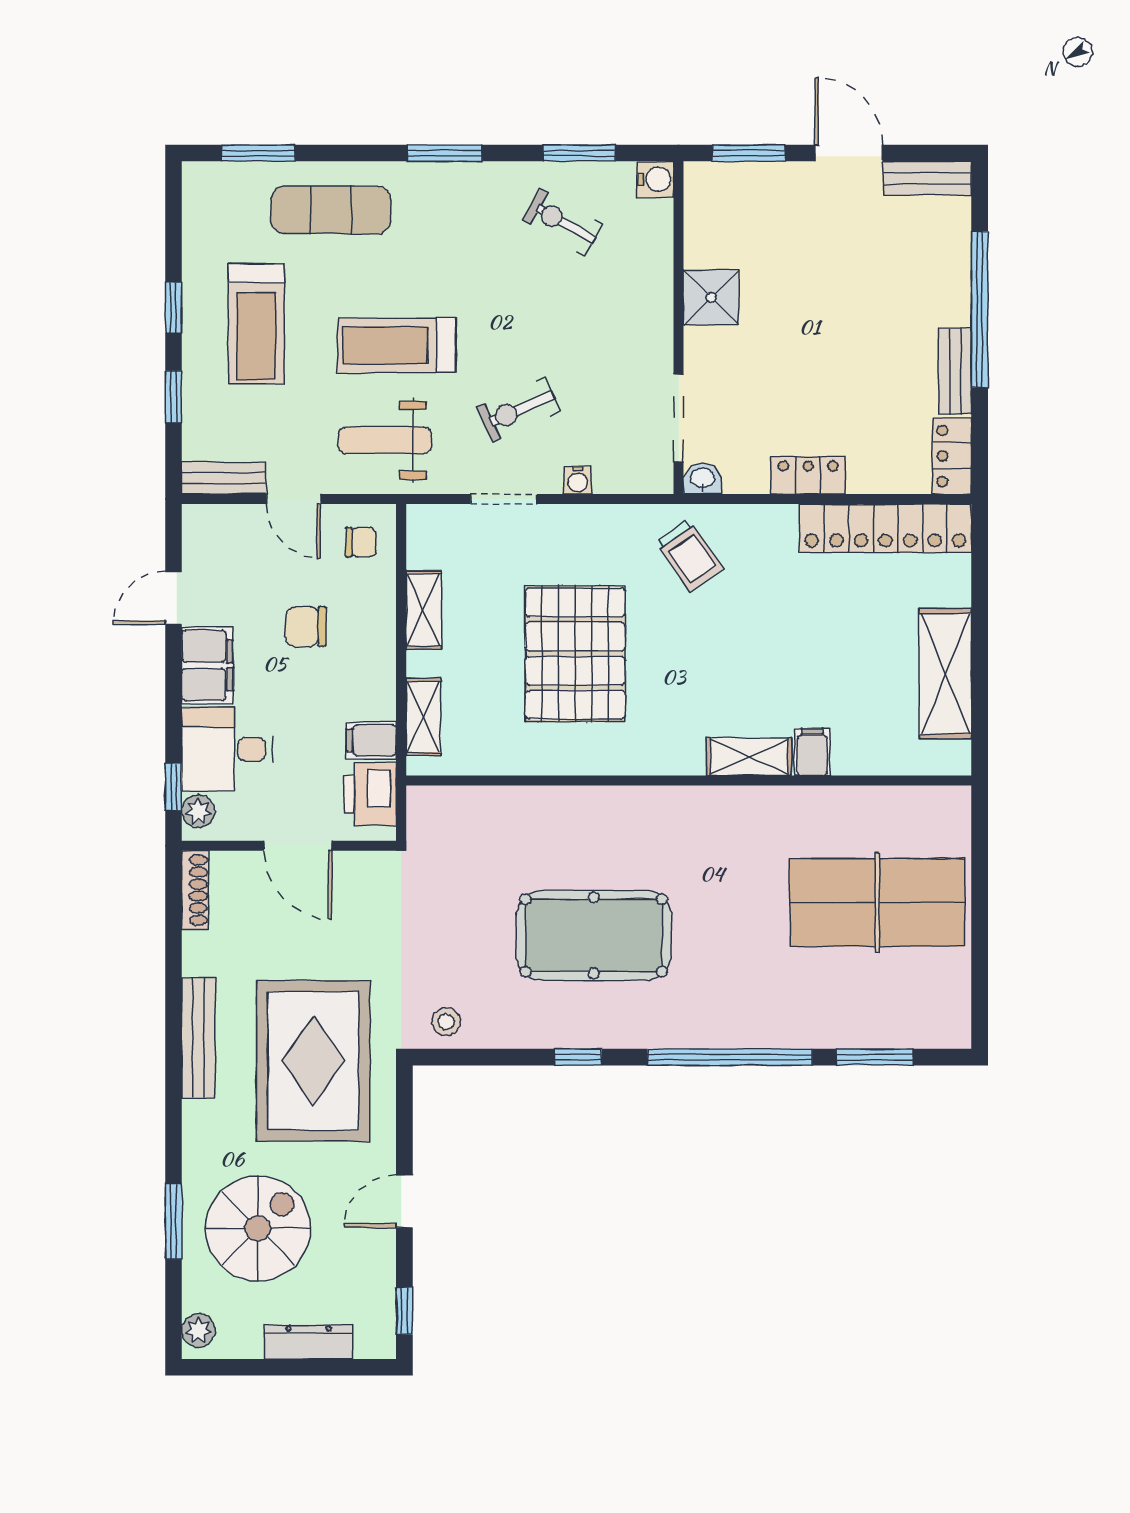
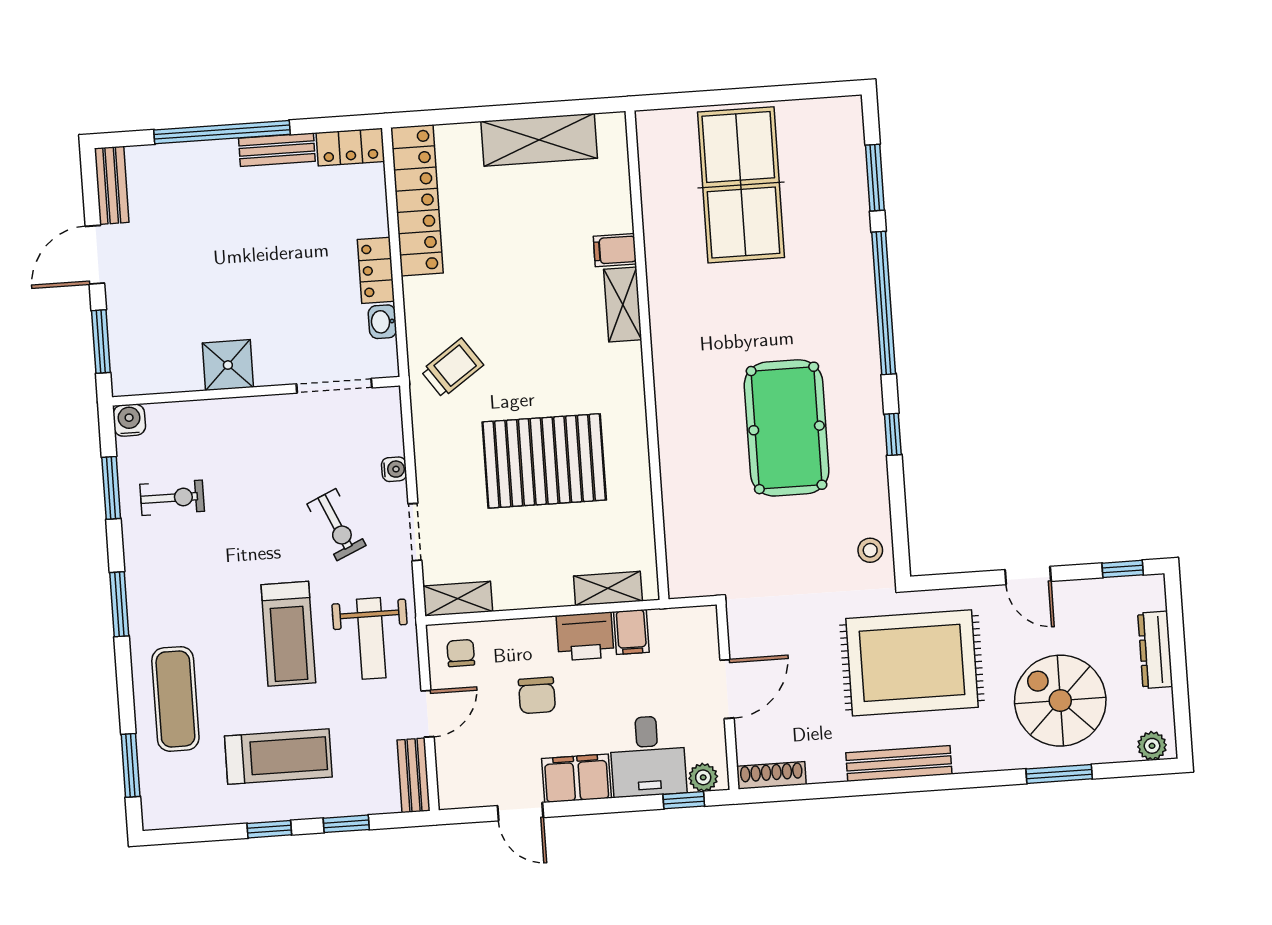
exercise bike: (563, 223) -> (172, 498), turned -120
washbasin: (703, 479) -> (382, 322), moved
shelving: (424, 610) -> (458, 599), moved
printer: (370, 794) -> (585, 636), moved

